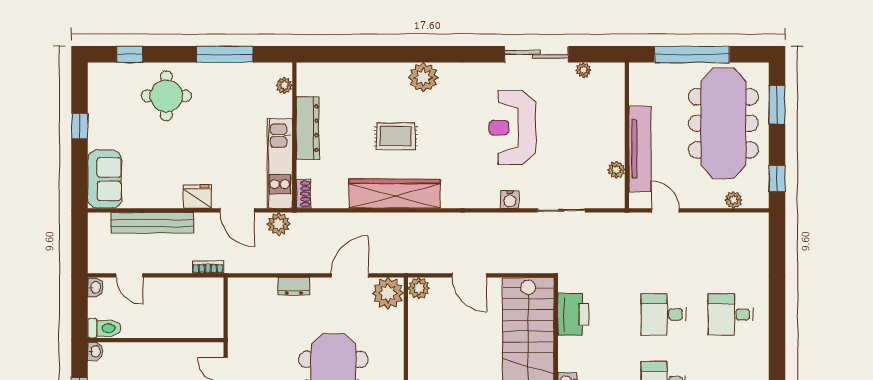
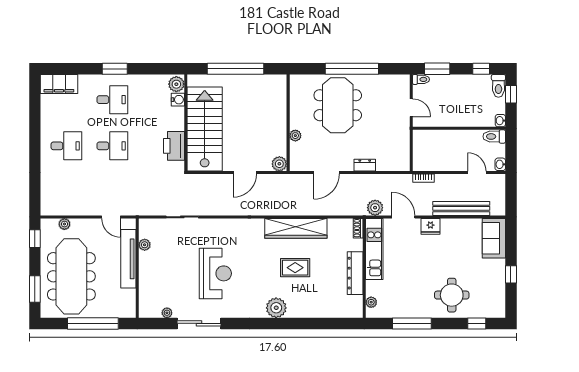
water cooler: (510, 199) -> (217, 224), removed
door: (469, 275) -> (245, 173), swing flipped
plant: (388, 293) -> (295, 136), moved, width x0.53, depth x0.53

